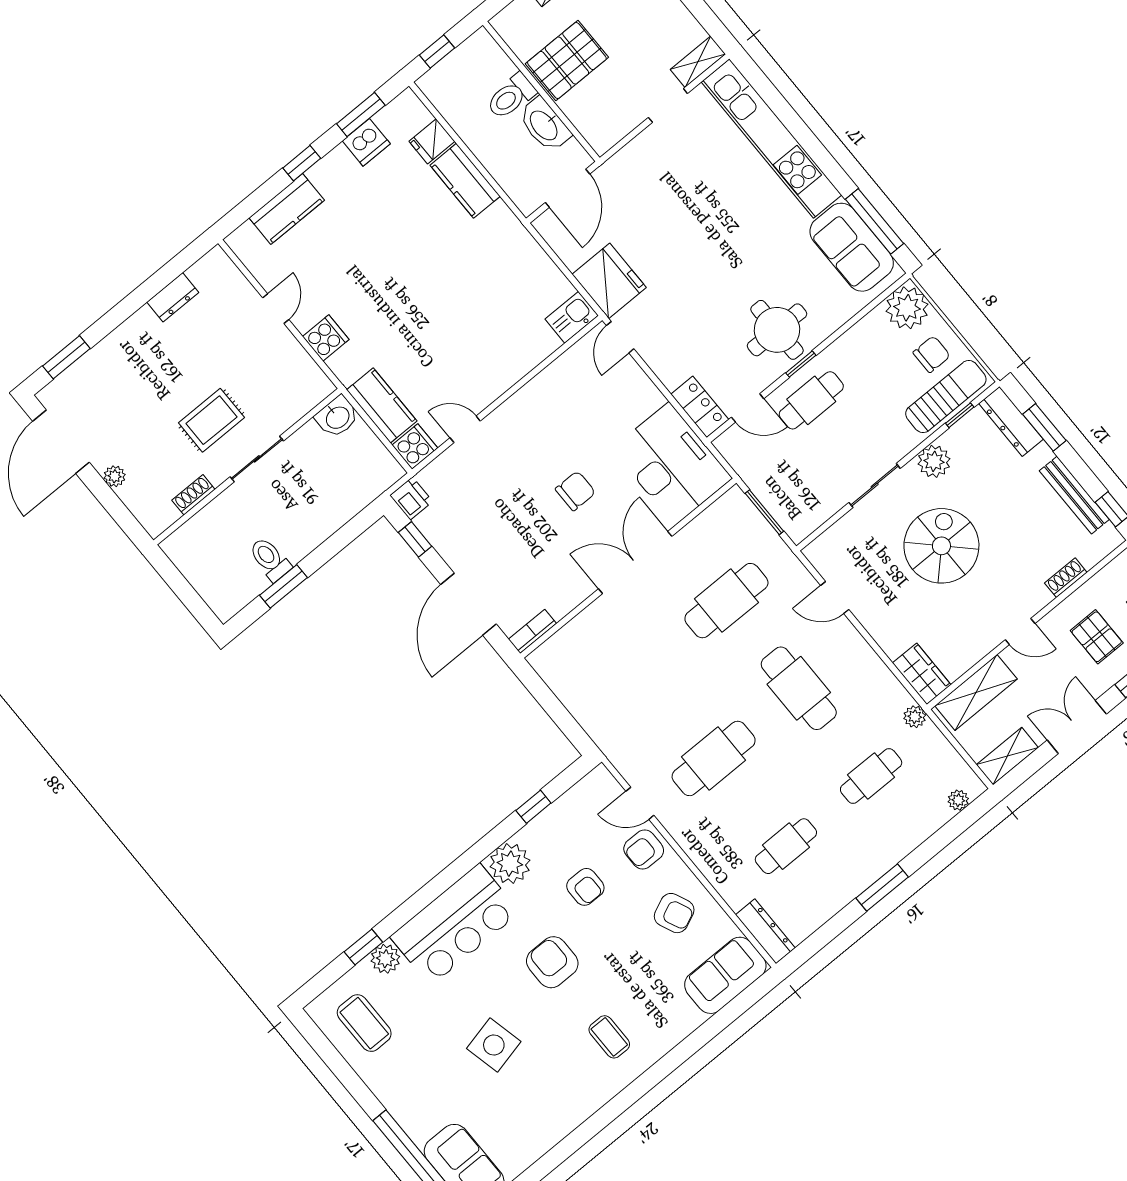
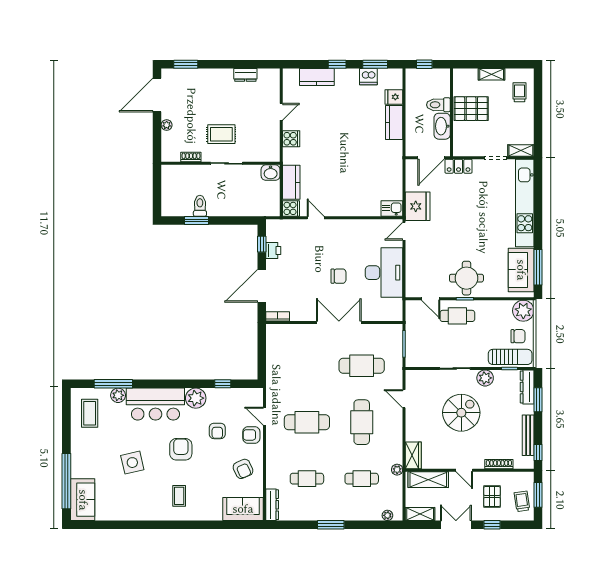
locker: (700, 407) -> (459, 166), moved, turned 90
desk: (672, 464) -> (384, 273), moved
printer: (411, 498) -> (273, 250), moved
shoe rack: (1066, 578) -> (499, 464), width x1.43
window: (363, 947) -> (113, 384), width x2.17

